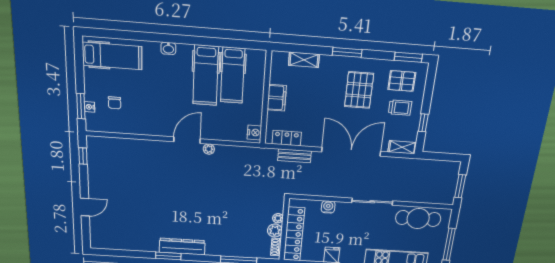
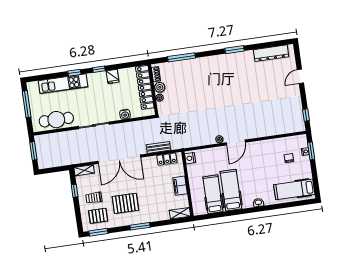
shelving: (304, 60) -> (180, 213), moved
pallet: (359, 90) -> (125, 203), turned 90
dresser: (182, 246) -> (271, 53), moved

